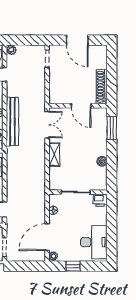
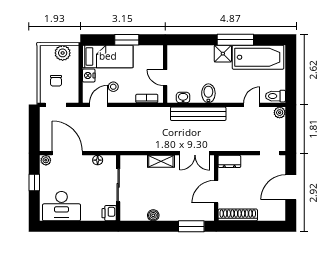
dresser: (54, 94) -> (229, 161), added

